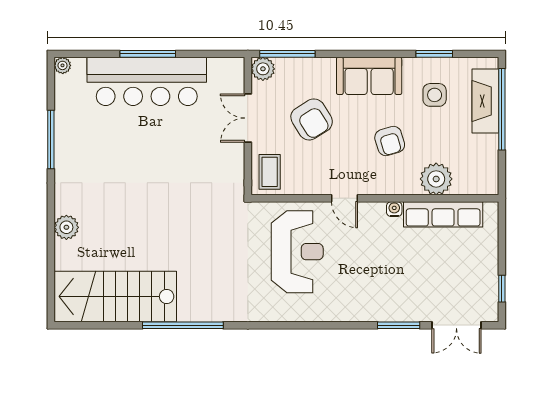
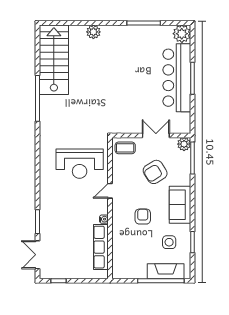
plant: (63, 65) -> (182, 34), width x1.88, depth x1.88
armchair: (390, 141) -> (143, 217), turned 107
plant: (436, 179) -> (121, 243), removed

